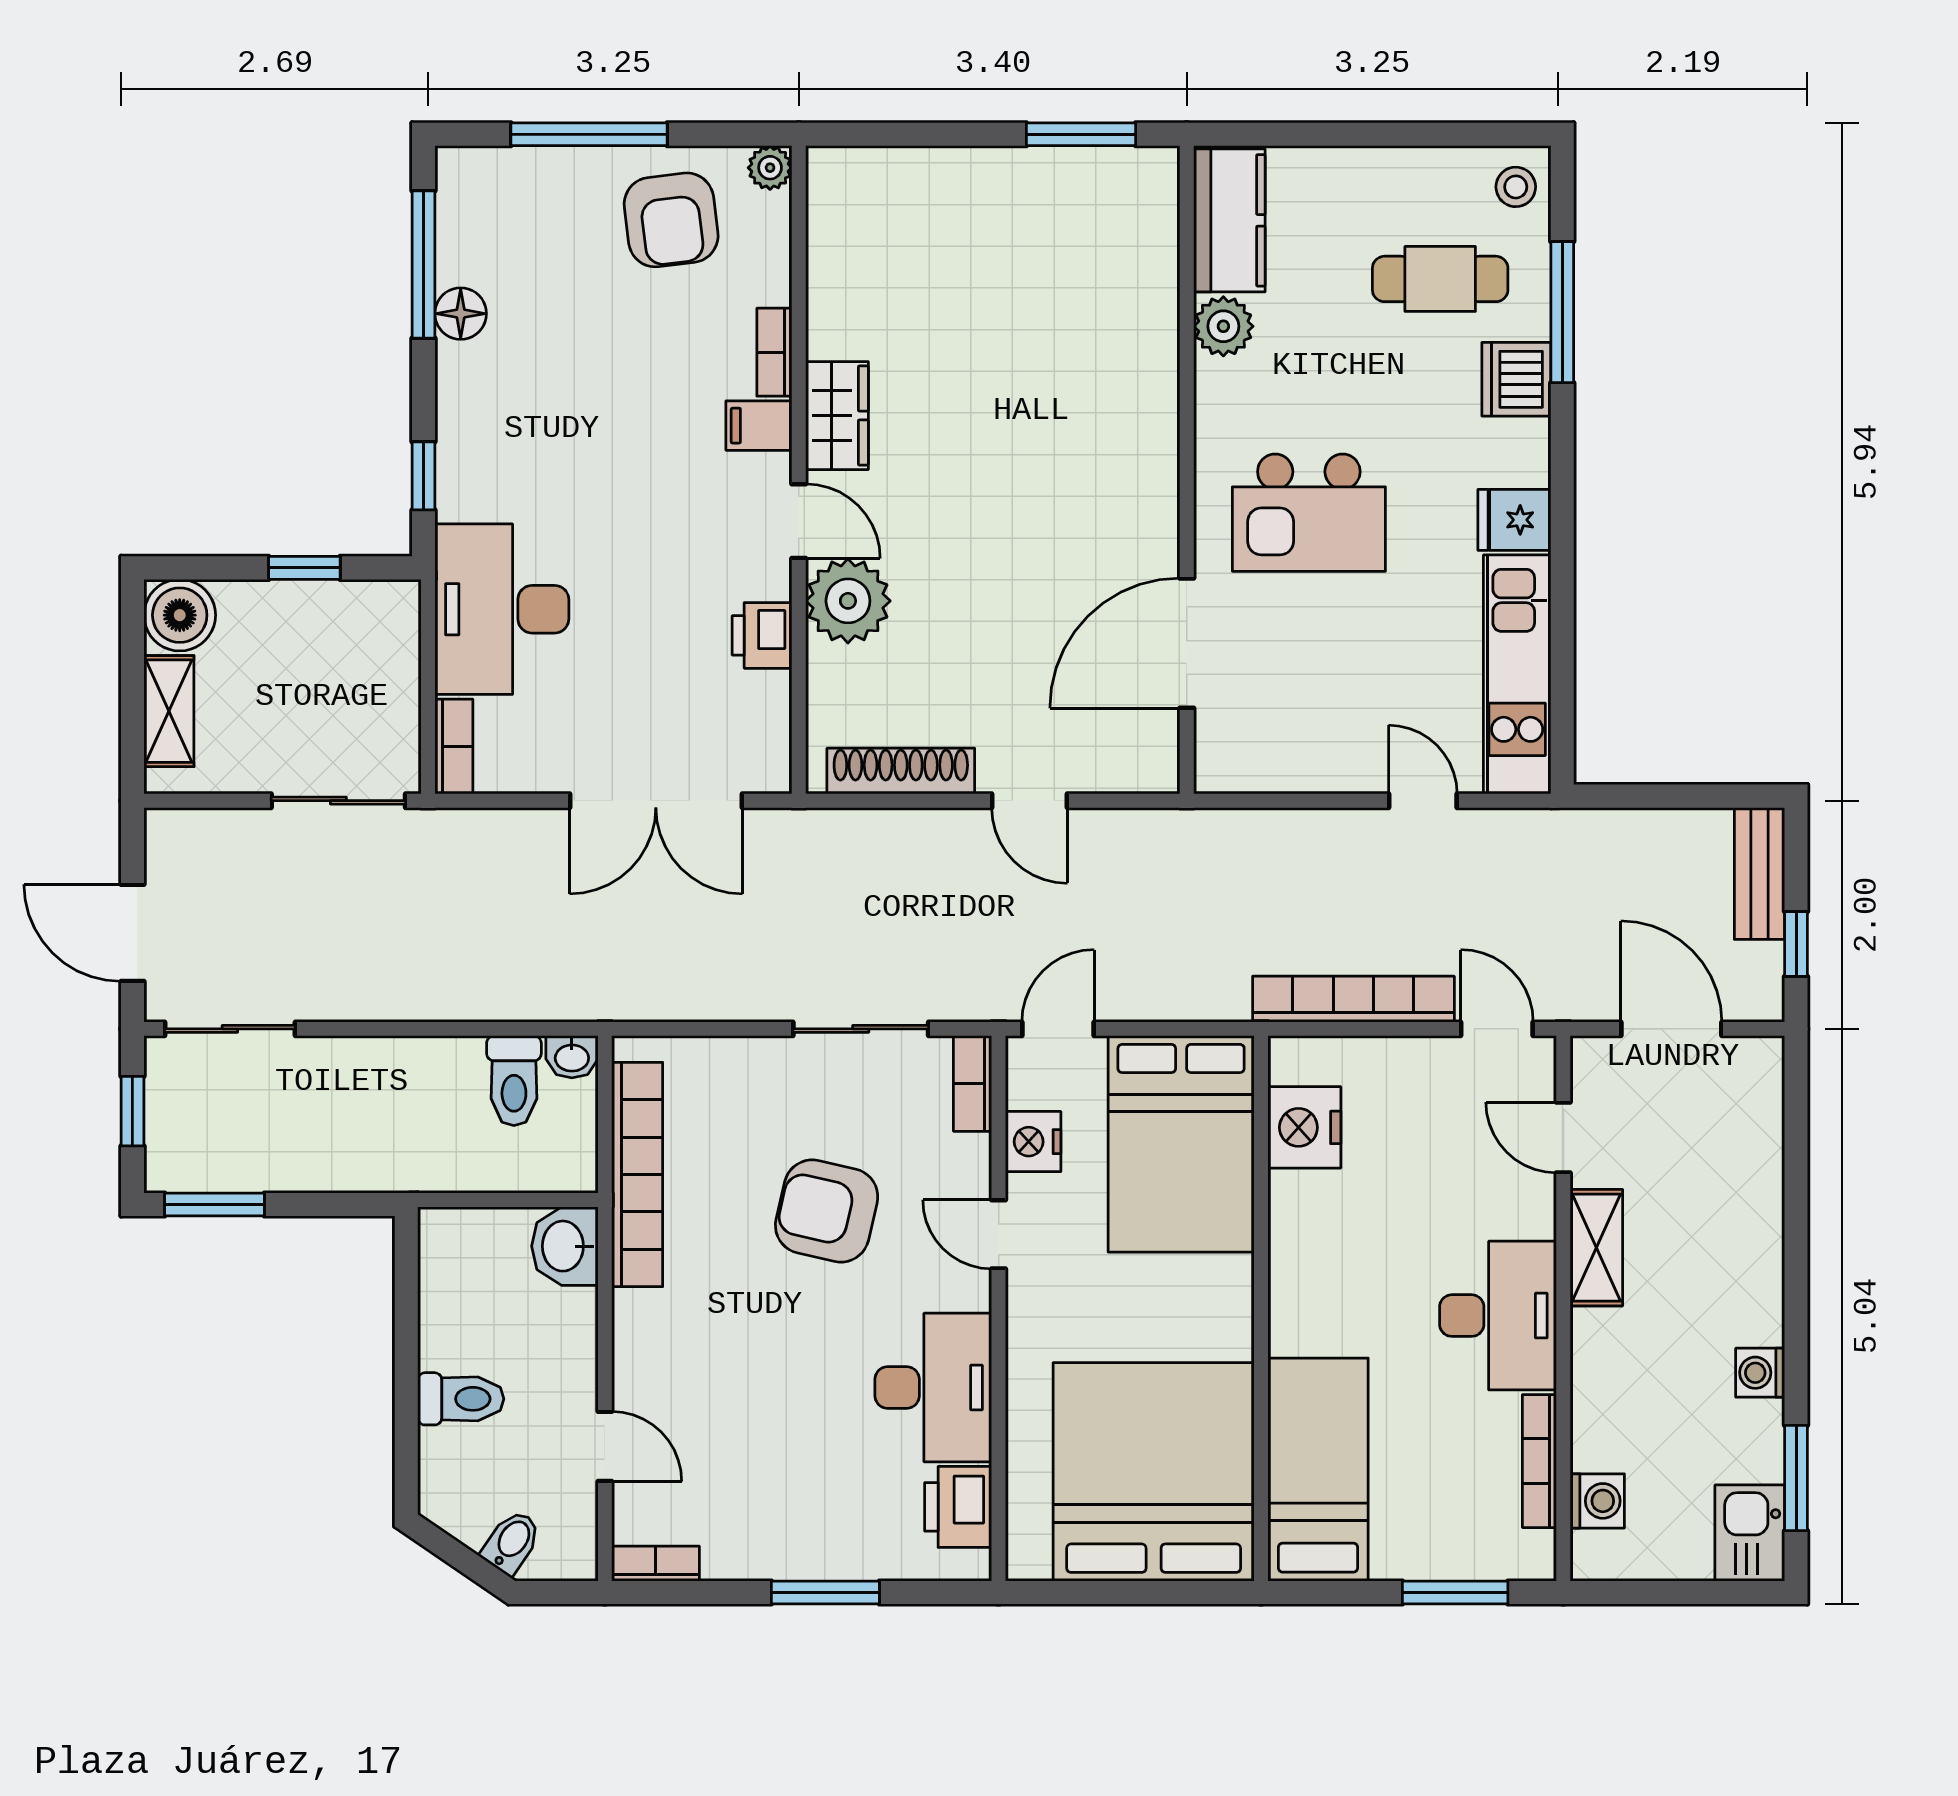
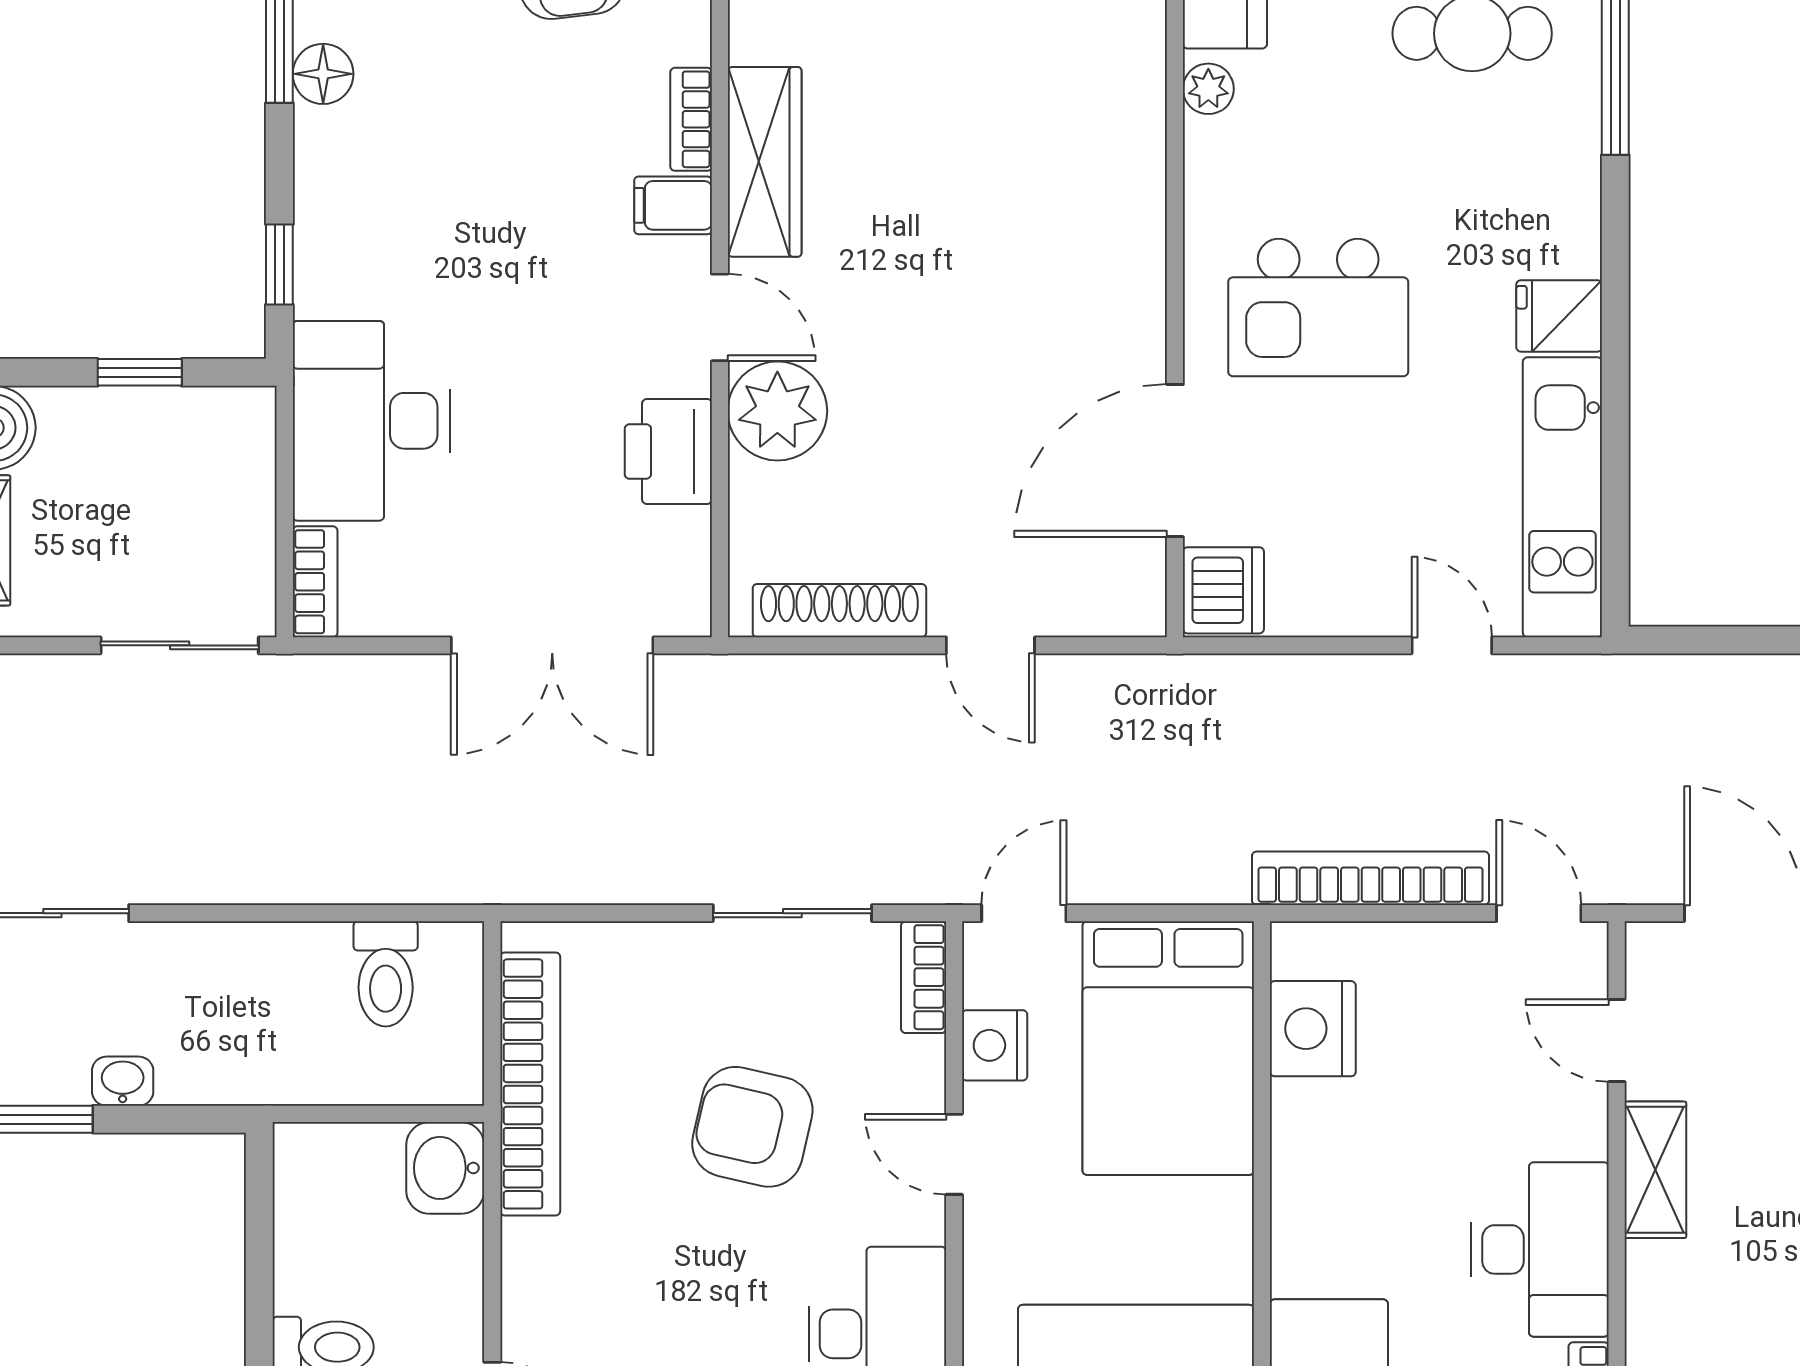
plant: (1223, 326) -> (1208, 89), width x0.73, depth x0.73
dishwasher: (1516, 379) -> (1223, 590), moved, turned 180
wardrobe: (837, 416) -> (765, 162), width x1.50
printer: (762, 635) -> (668, 451), width x1.36, depth x1.24
washbasin: (572, 1057) -> (123, 1081), moved, turned 180

